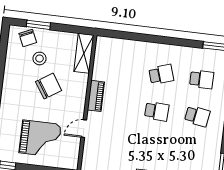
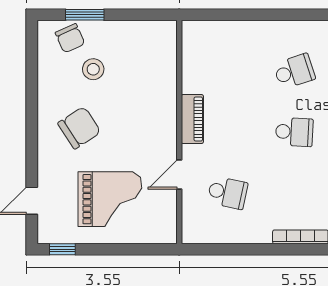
shelving: (84, 53) -> (164, 52), removed
chair: (49, 86) -> (79, 128), moved
school desk: (112, 143) -> (228, 193), added

